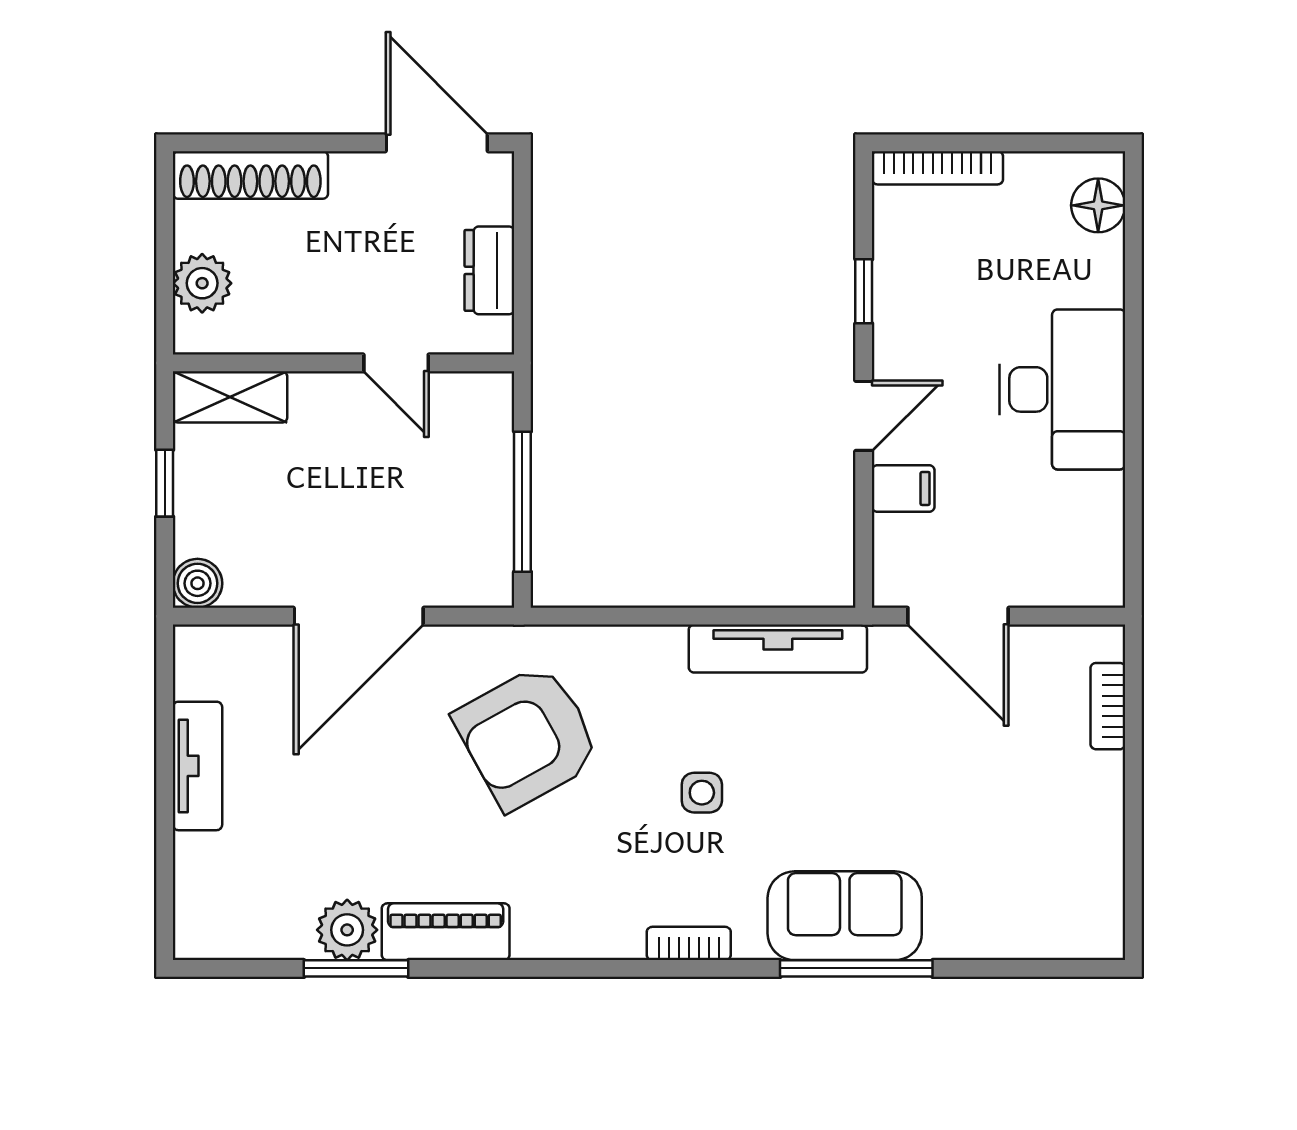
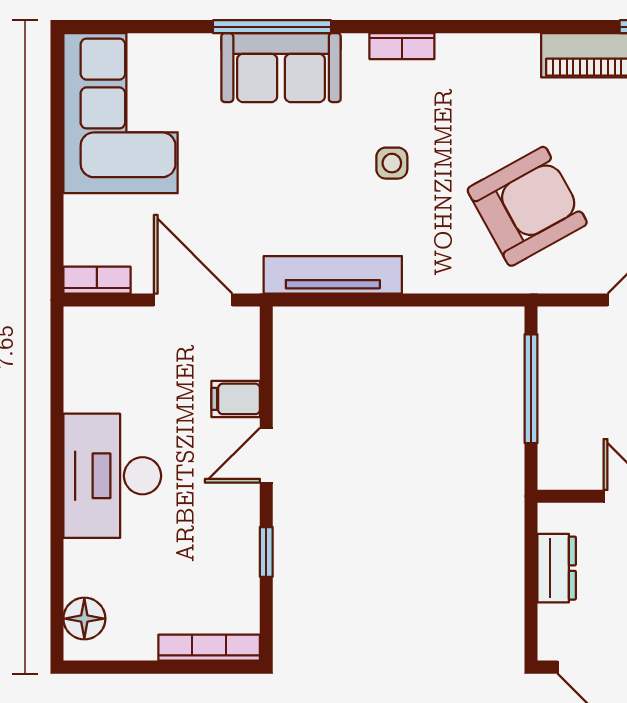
bookcase: (1108, 706) -> (97, 280), moved, turned -90
corner sofa: (1052, 857) -> (121, 113), added

